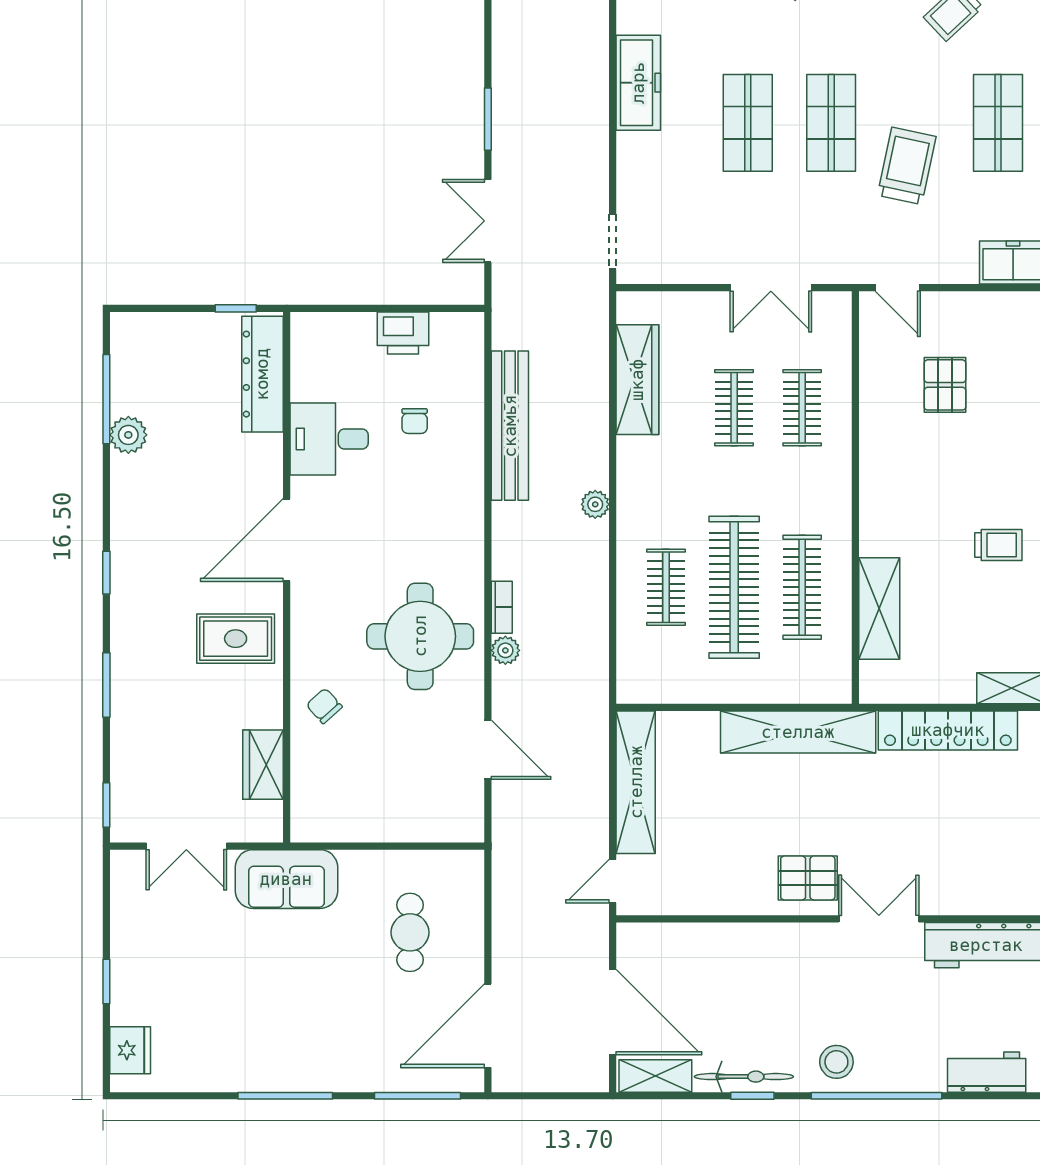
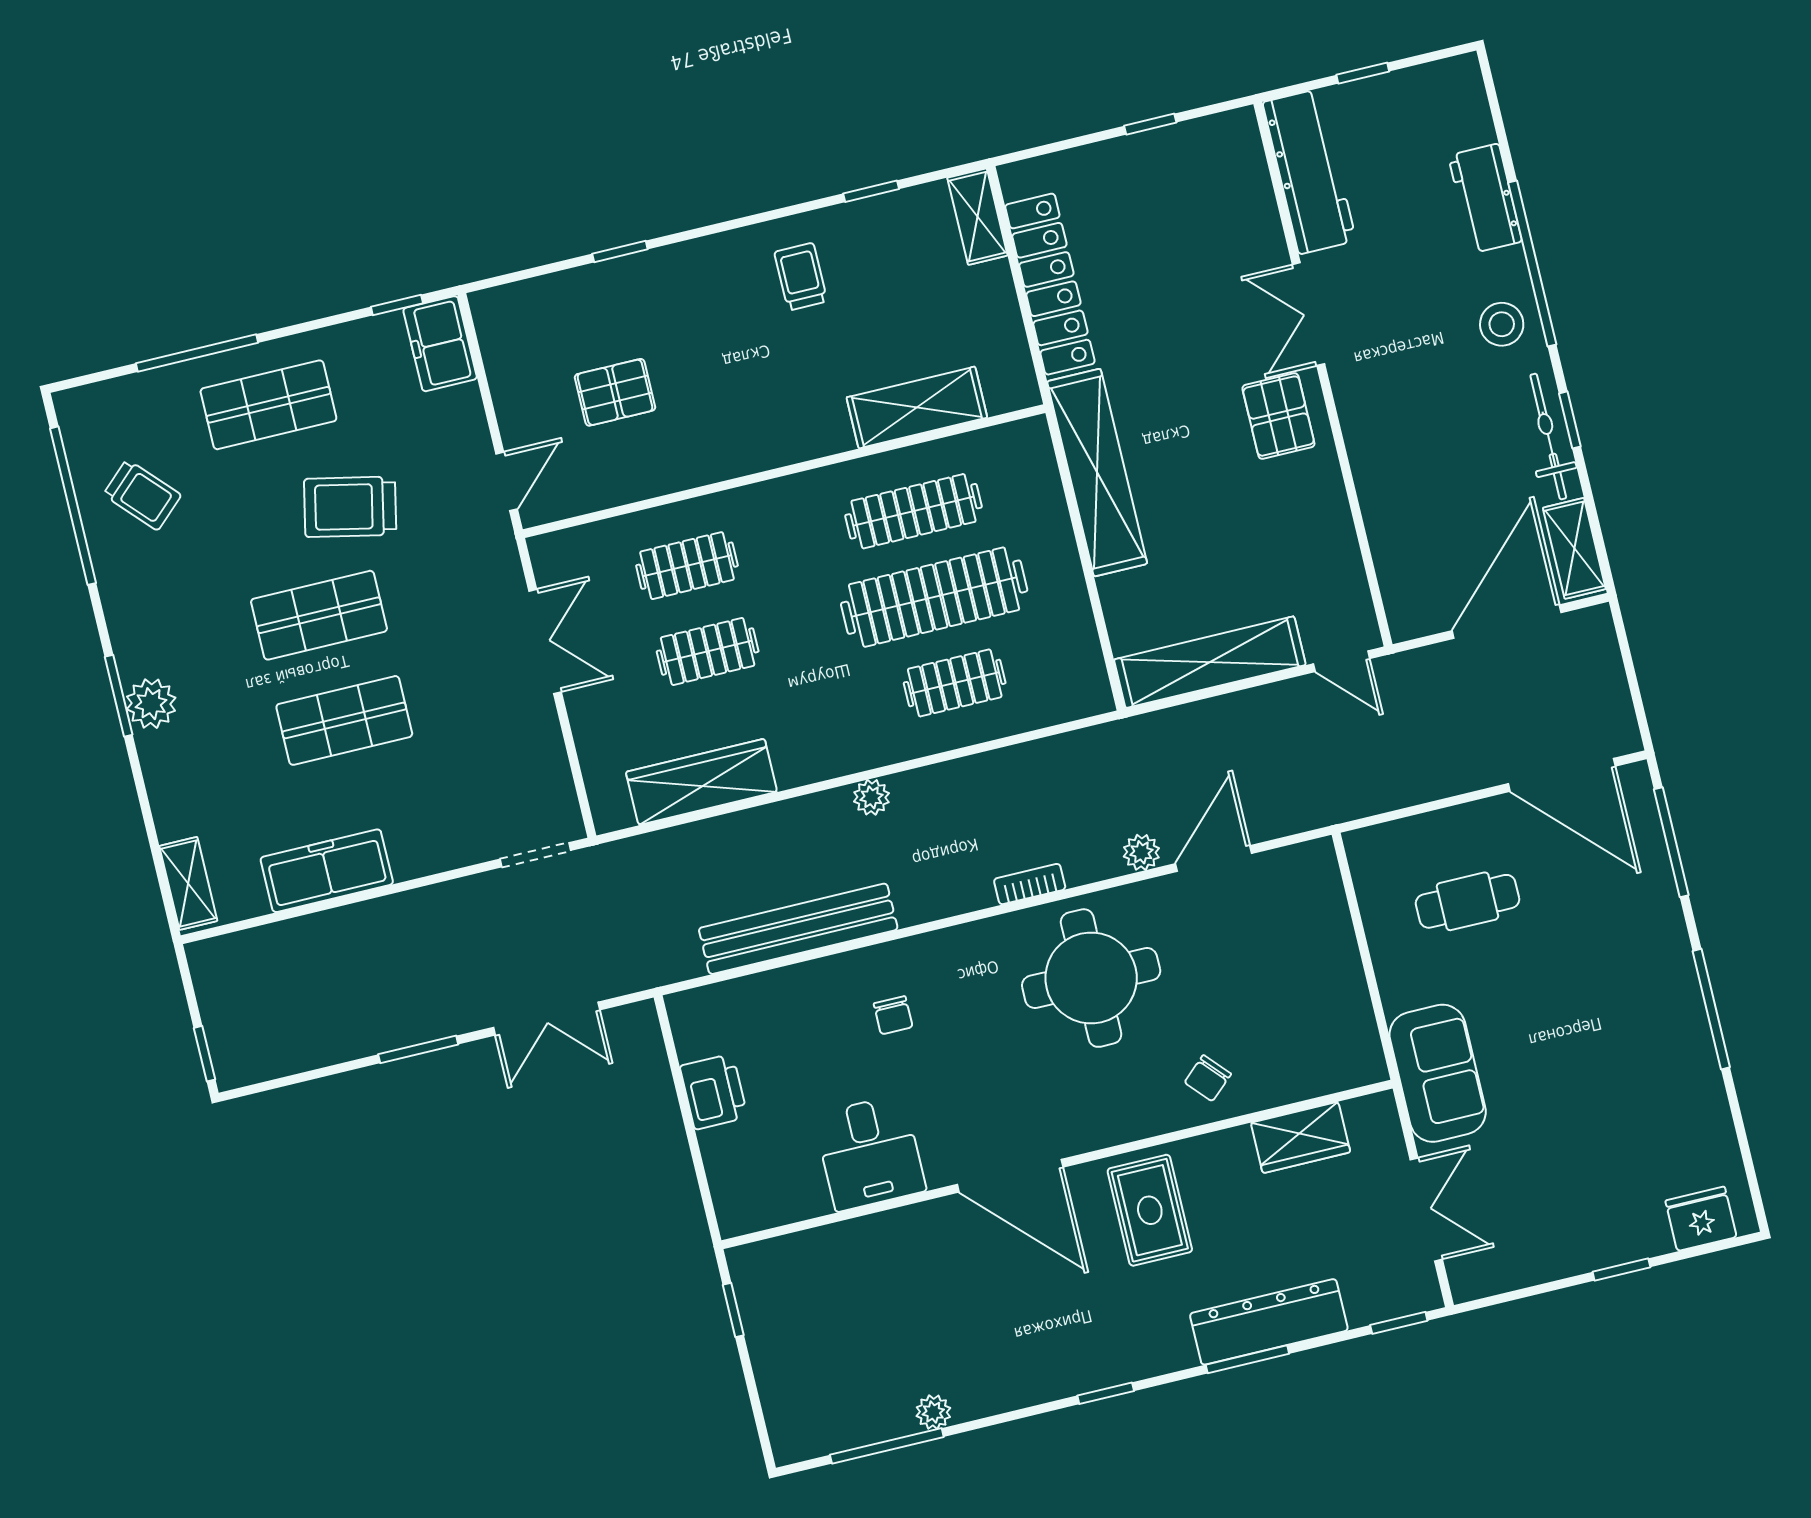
dresser: (262, 374) -> (1269, 1322), moved, turned 180
chair: (415, 421) -> (893, 1015), moved, turned 90
plant: (128, 435) -> (933, 1412), width x0.73, depth x0.73
plant: (505, 650) -> (1141, 852), moved
workbench: (987, 1072) -> (1485, 198), moved

